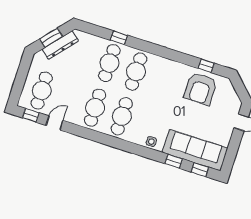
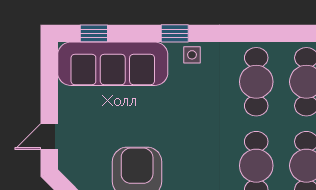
window: (174, 161) -> (175, 33), moved

